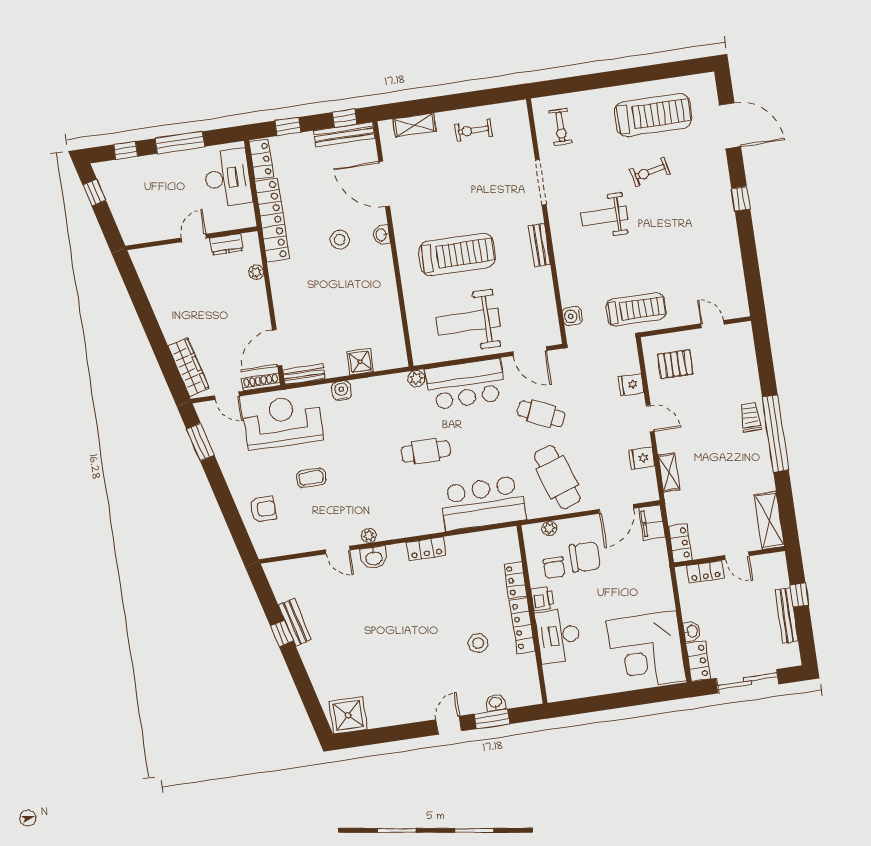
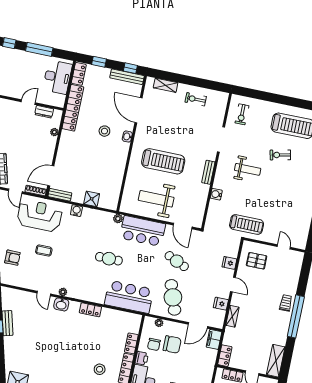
weight bench: (604, 216) -> (248, 169), turned 180
water cooler: (572, 316) -> (216, 194), moved

